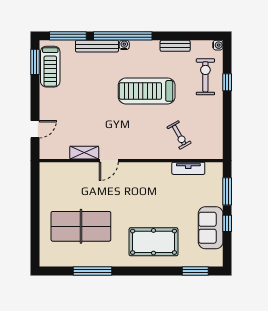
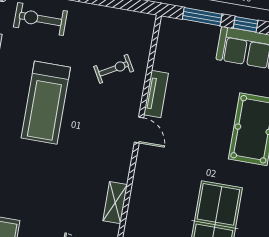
door: (109, 161) -> (139, 130), moved
tv unit: (188, 168) -> (156, 94), moved

